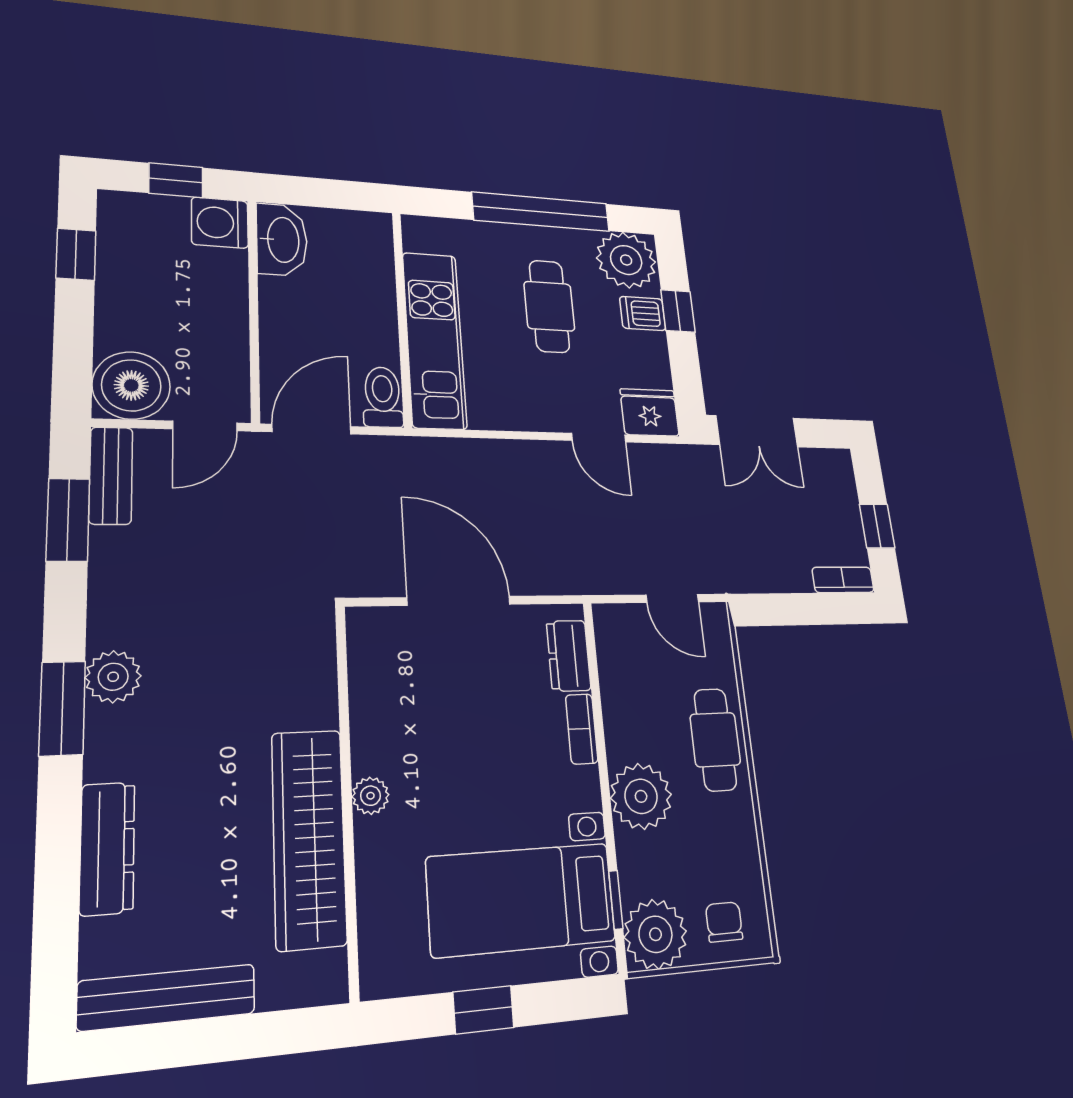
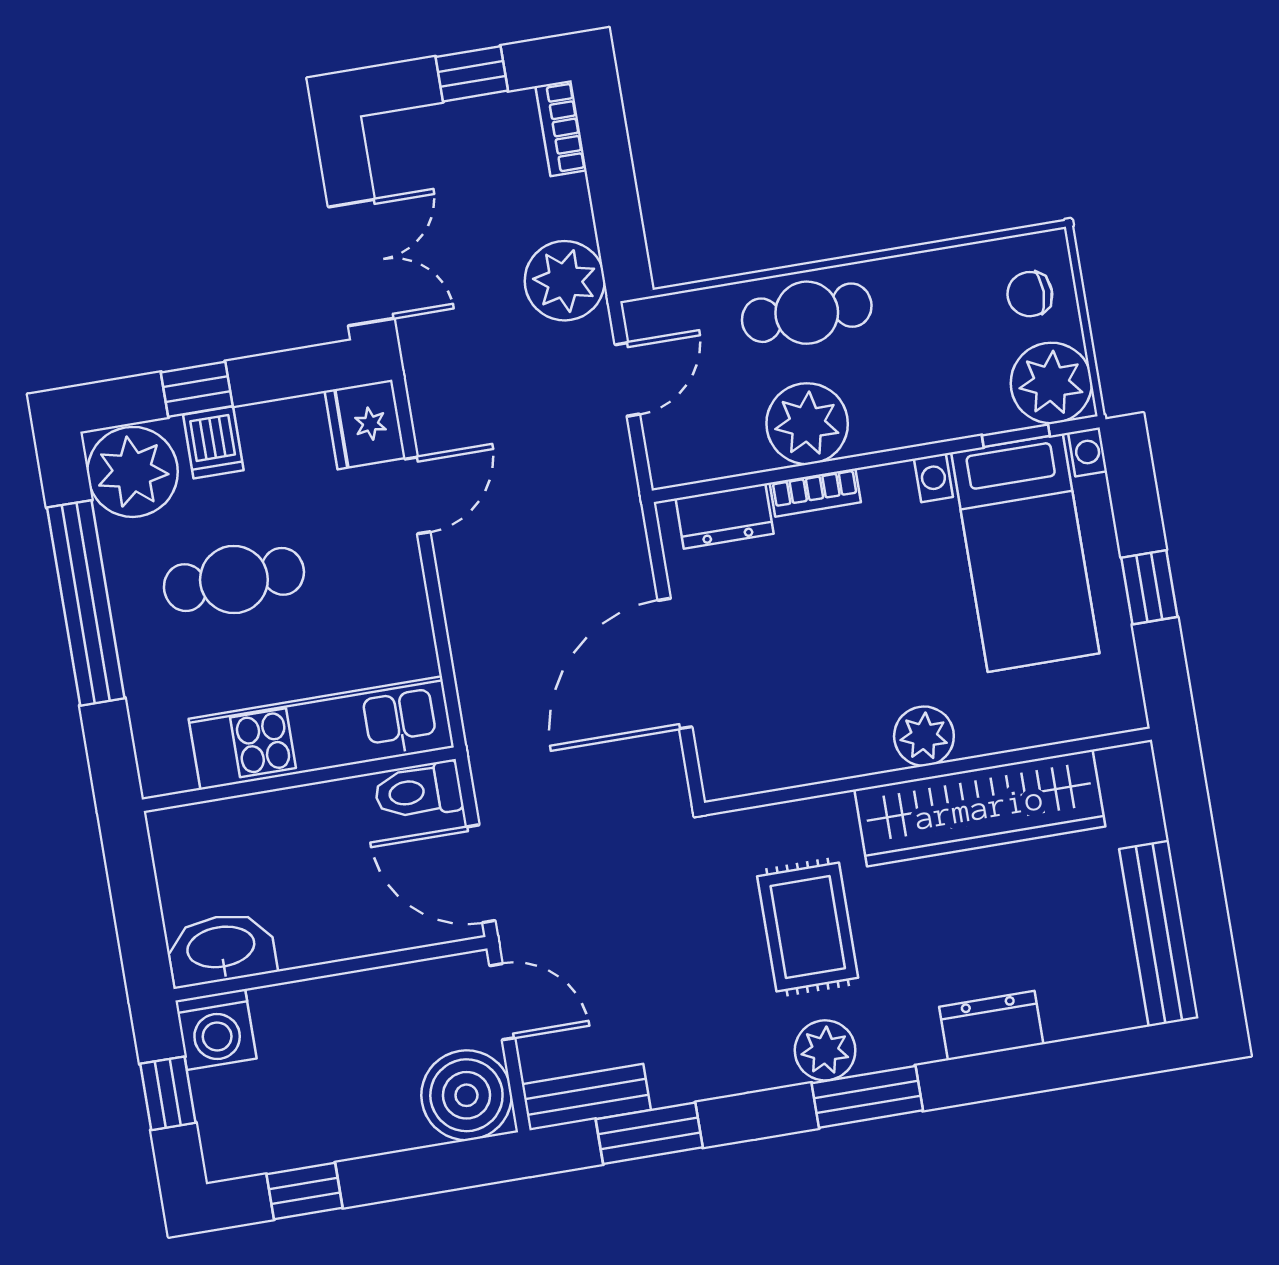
plant: (742, 565) -> (565, 281), added
rug: (227, 676) -> (808, 927), added
plant: (371, 796) -> (924, 736), width x1.38, depth x1.38
plant: (641, 796) -> (807, 424), moved
dresser: (107, 848) -> (991, 1026), width x0.70

